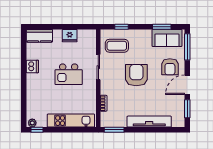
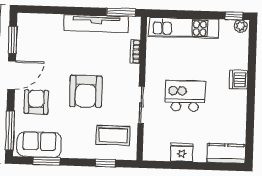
dishwasher: (32, 66) -> (239, 80), moved
tv unit: (149, 122) -> (96, 24), moved

